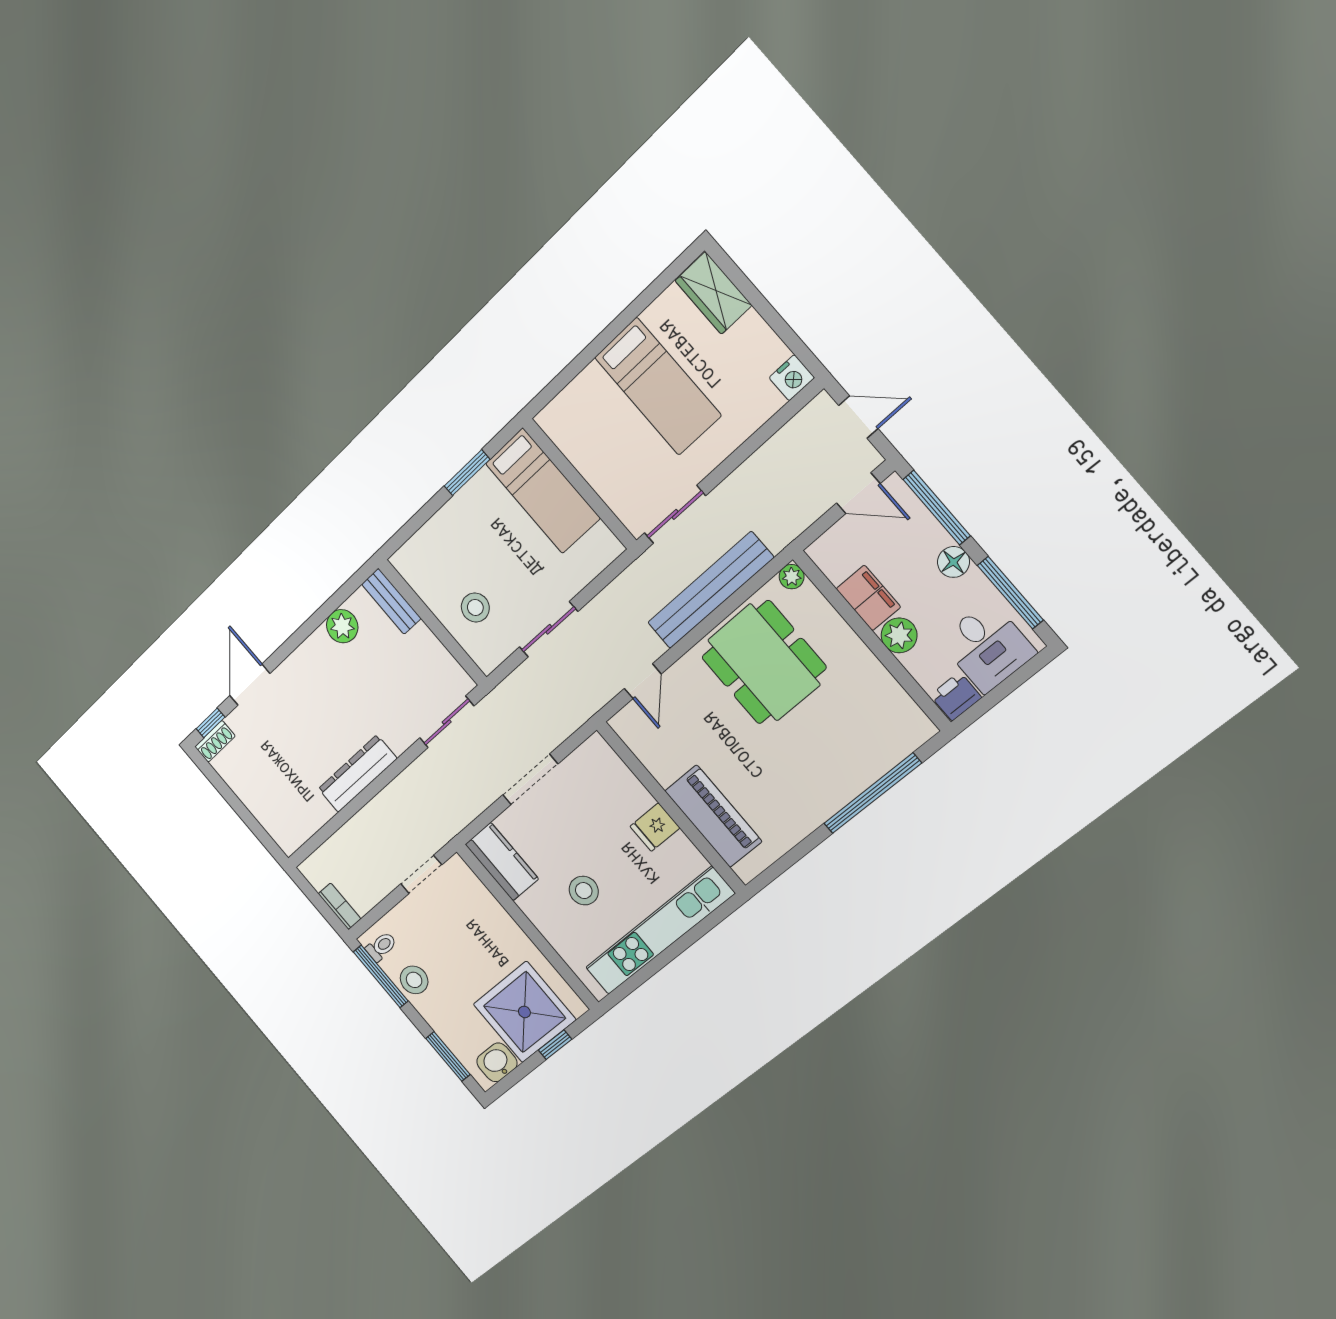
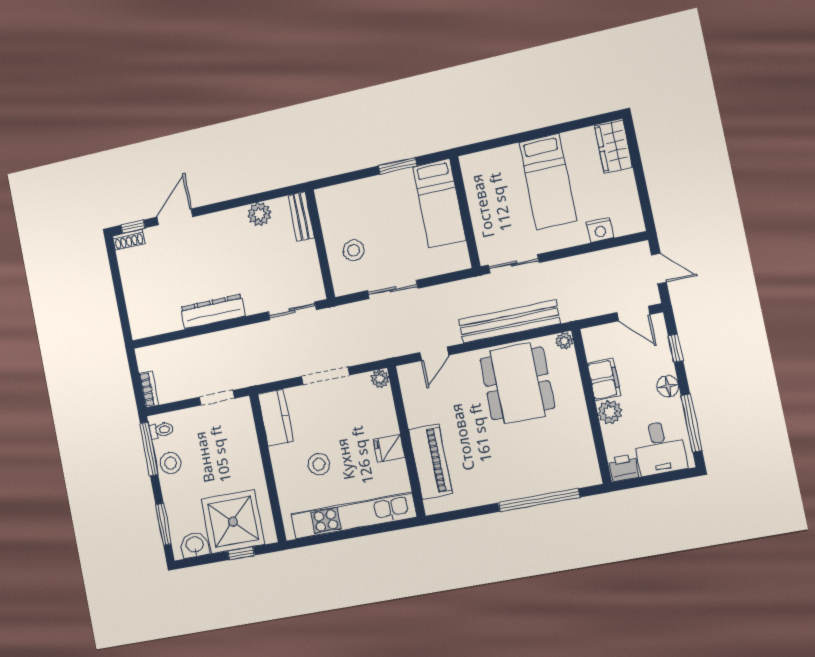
nightstand: (792, 378) -> (600, 230), moved
window: (937, 508) -> (676, 348), width x0.46
plant: (596, 748) -> (380, 379), added

